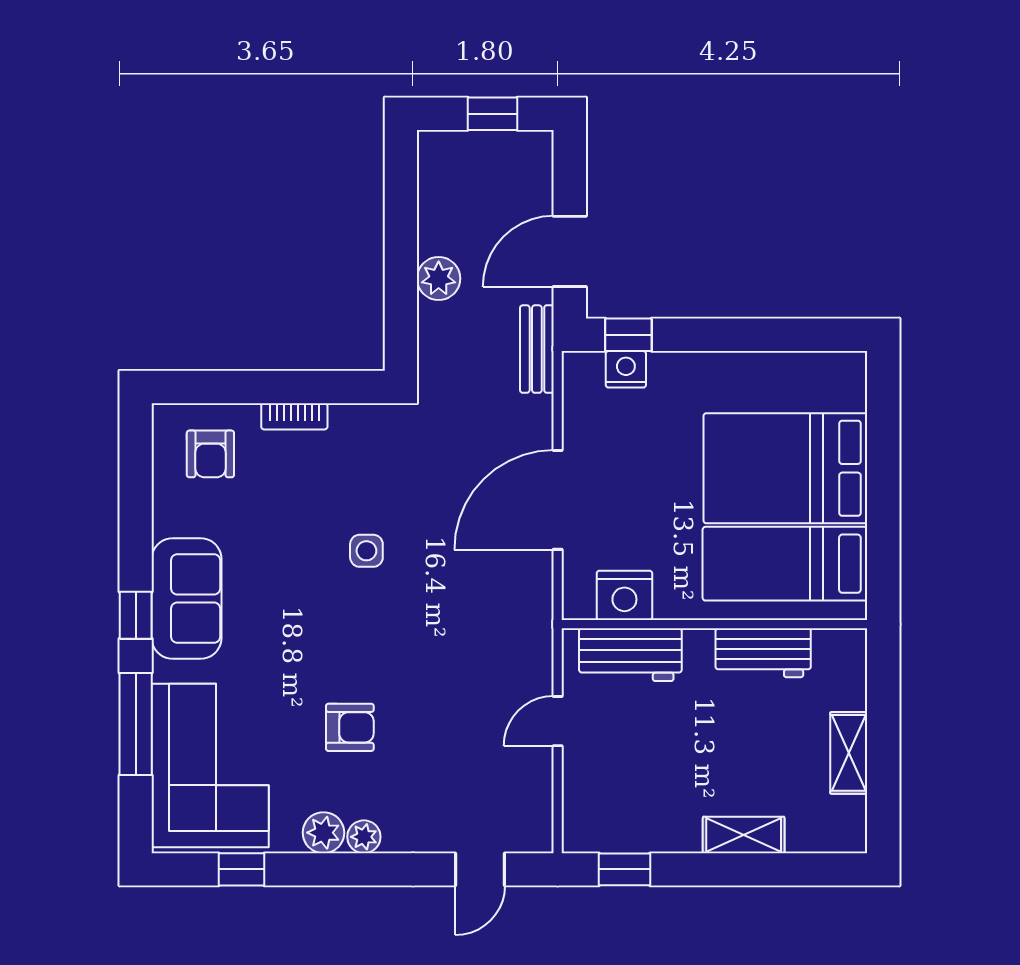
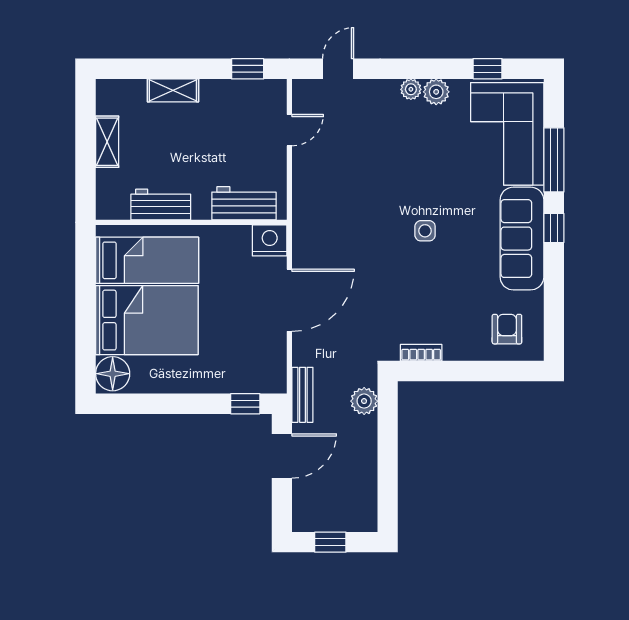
plant: (439, 279) -> (364, 401), moved
nightstand: (626, 369) -> (247, 382), removed
floor lamp: (840, 383) -> (113, 374), added
bookcase: (294, 416) -> (421, 353), moved
side table: (366, 551) -> (425, 231), moved
nightstand: (624, 595) -> (270, 240), moved
sofa: (187, 598) -> (522, 239), width x1.36
door: (558, 721) -> (289, 130), moved
armchair: (350, 727) -> (420, 158), removed

